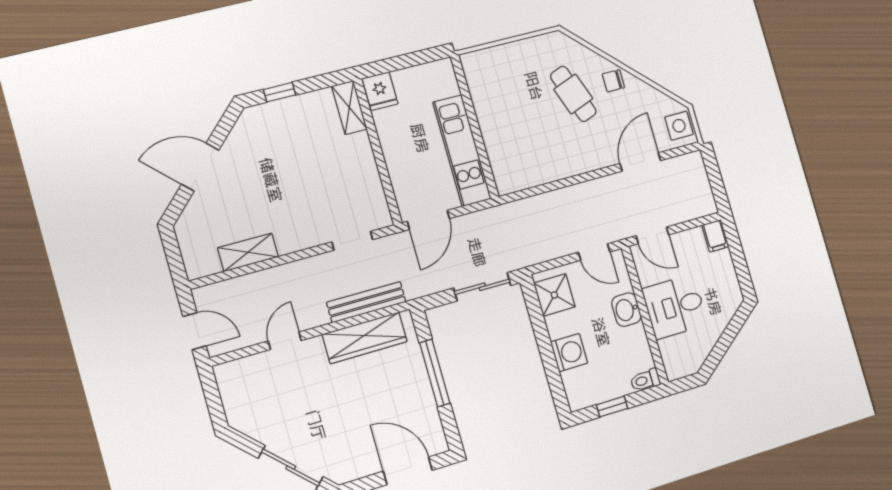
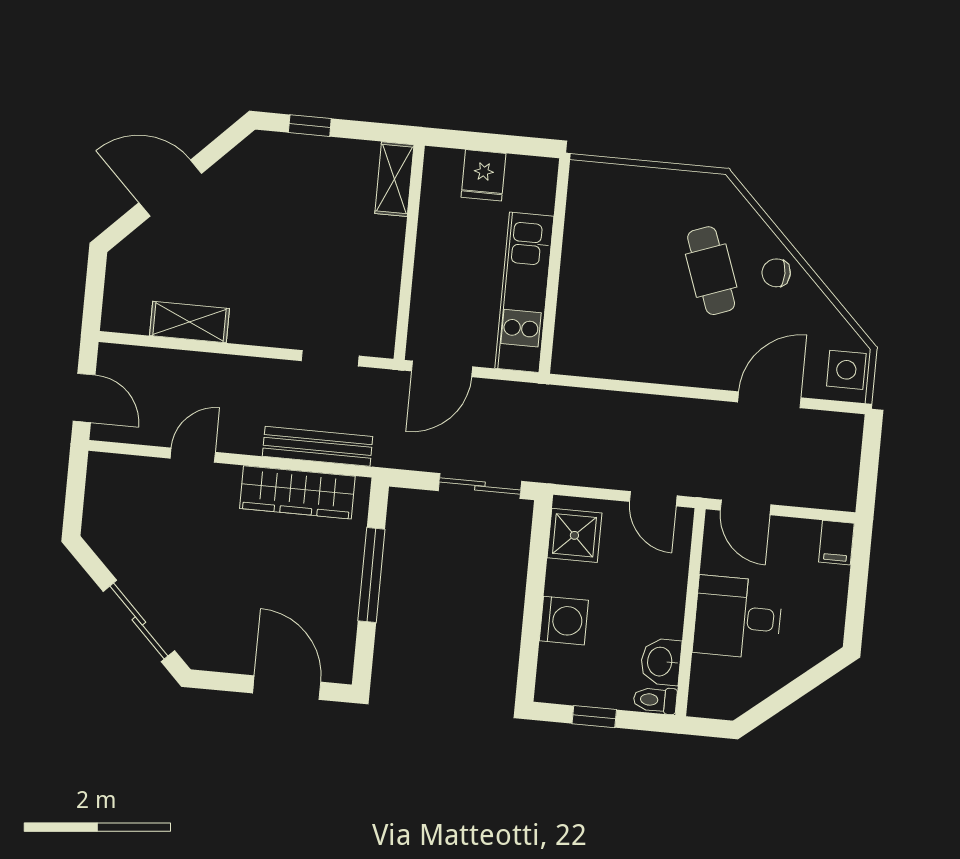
fridge: (380, 91) -> (483, 175), moved
washbasin: (626, 310) -> (661, 662), moved

